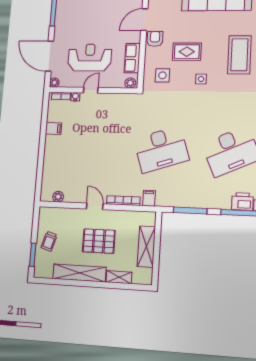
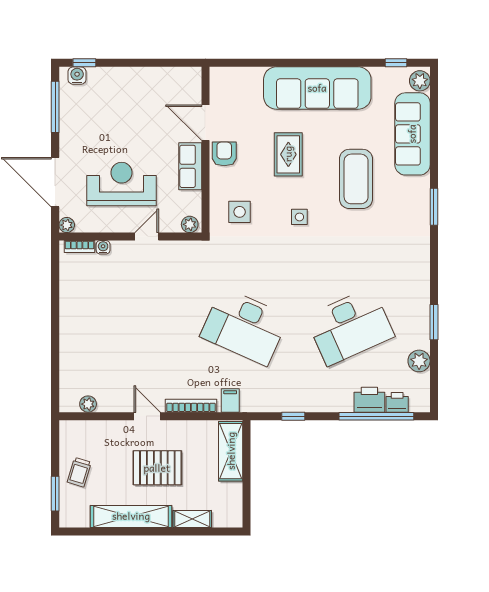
door: (144, 20) -> (205, 123), hinge flipped
rug: (187, 52) -> (288, 154), moved, turned 90
row of seats: (132, 58) -> (190, 166), moved
door: (91, 90) -> (147, 237), moved
filing cabinet: (53, 129) -> (71, 298), removed
desk: (161, 149) -> (245, 326), turned 42
window: (190, 211) -> (293, 416), width x0.46
shelving: (146, 247) -> (231, 451), moved

